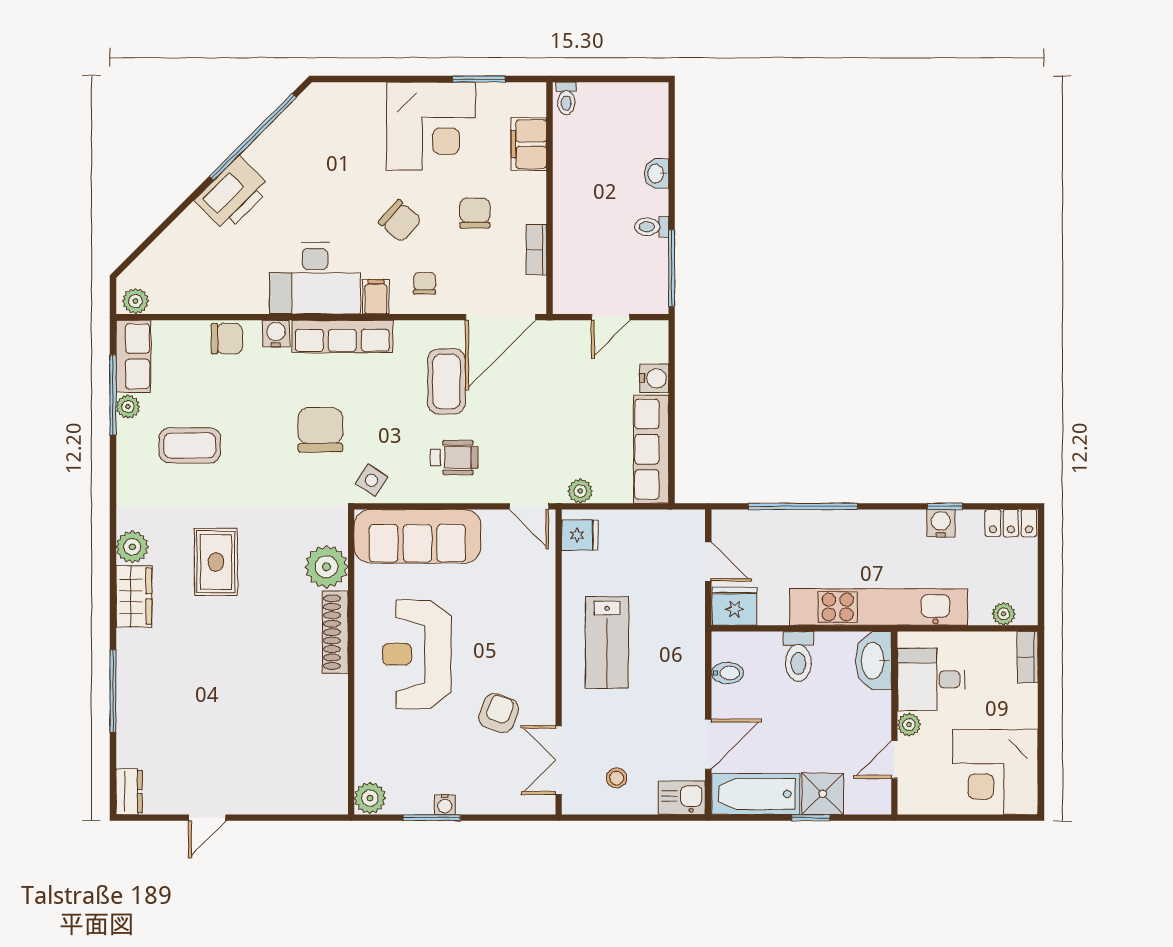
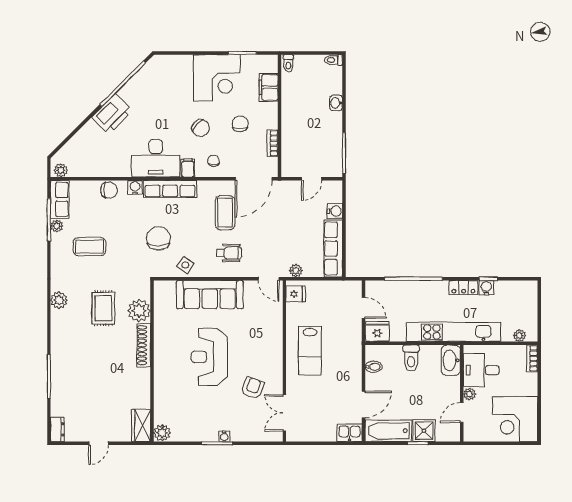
toilet: (652, 227) -> (333, 60), moved
locker: (1011, 523) -> (463, 288), moved
plant: (326, 567) -> (139, 311), moved
wardrobe: (134, 596) -> (141, 425), moved, turned 180
shoe rack: (335, 632) -> (144, 345), moved
wall: (351, 662) -> (152, 361), moved
stool: (617, 778) -> (315, 422), removed
plant: (370, 798) -> (162, 433), moved

